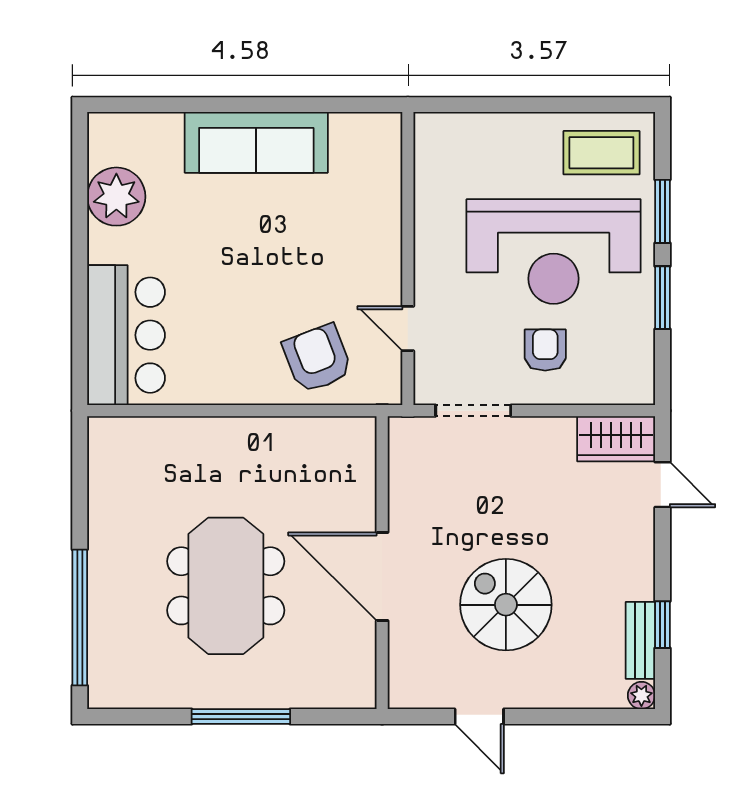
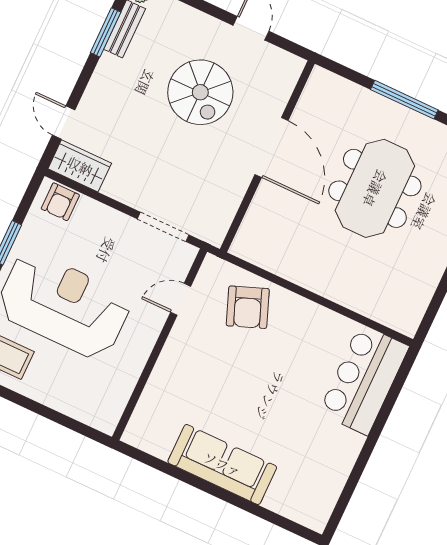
plant: (116, 197) -> (329, 472), removed
door: (408, 329) -> (181, 299), swing flipped
armchair: (545, 350) -> (60, 202), moved
window: (662, 625) -> (106, 32), width x1.50

